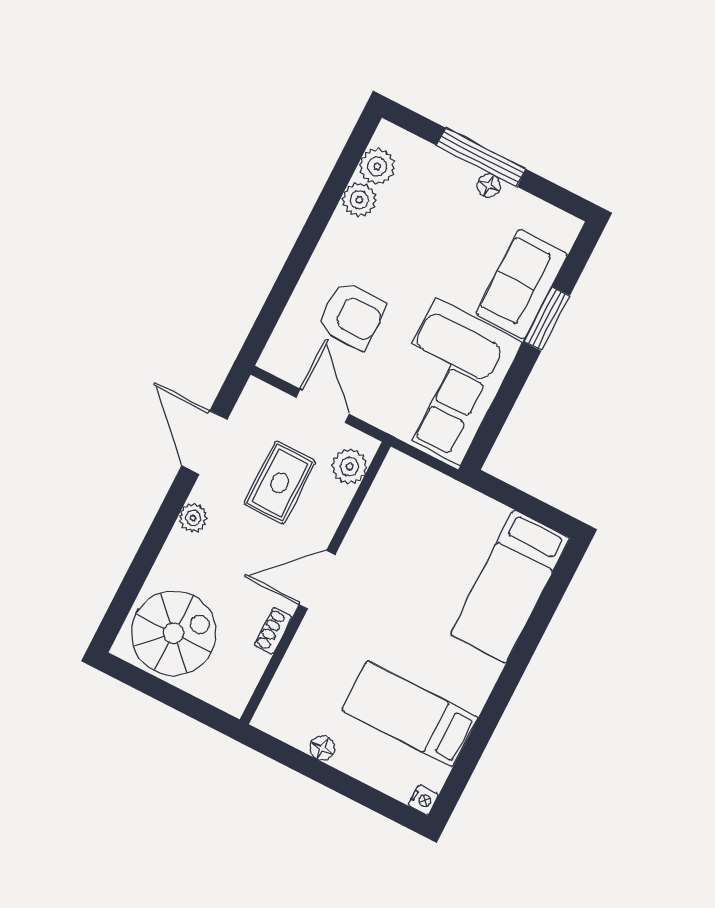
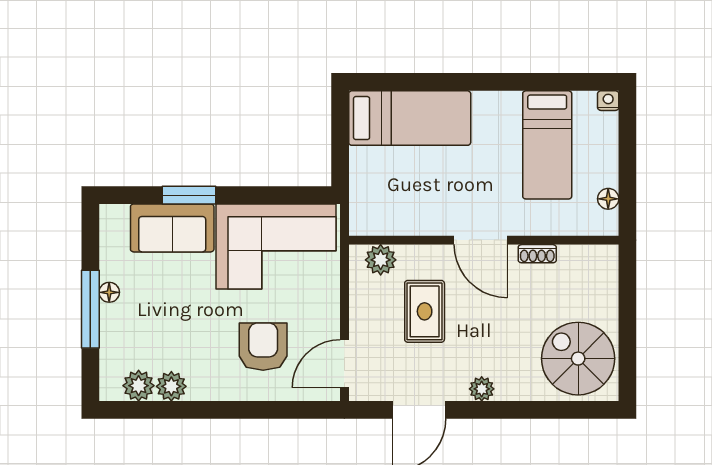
door: (322, 406) -> (344, 364), moved
plant: (349, 467) -> (381, 260), moved
rug: (280, 483) -> (425, 311), moved, turned 90
door: (317, 580) -> (481, 240), moved
wall: (315, 583) -> (484, 240), moved
shoe rack: (273, 631) -> (537, 254), moved

